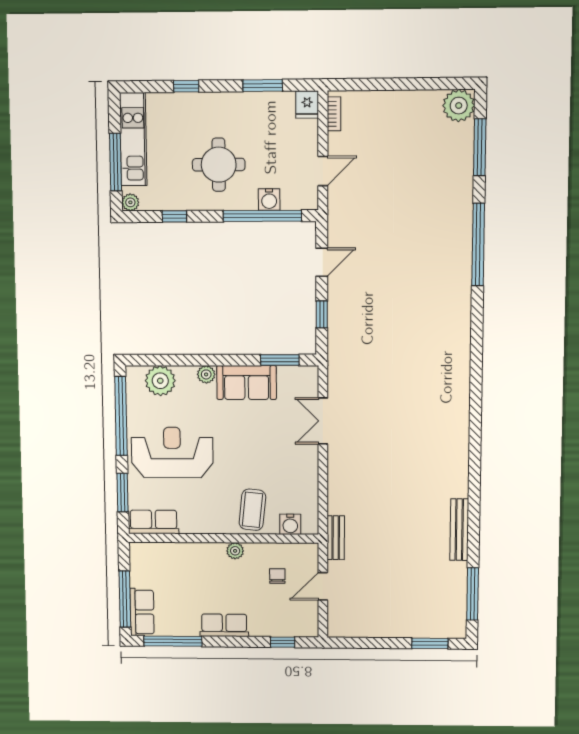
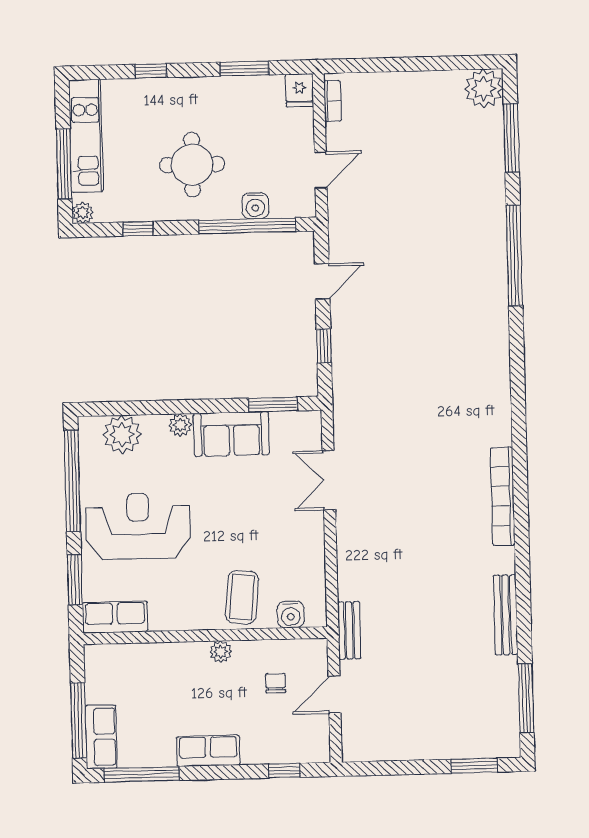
bookcase: (461, 437) -> (503, 496), added

